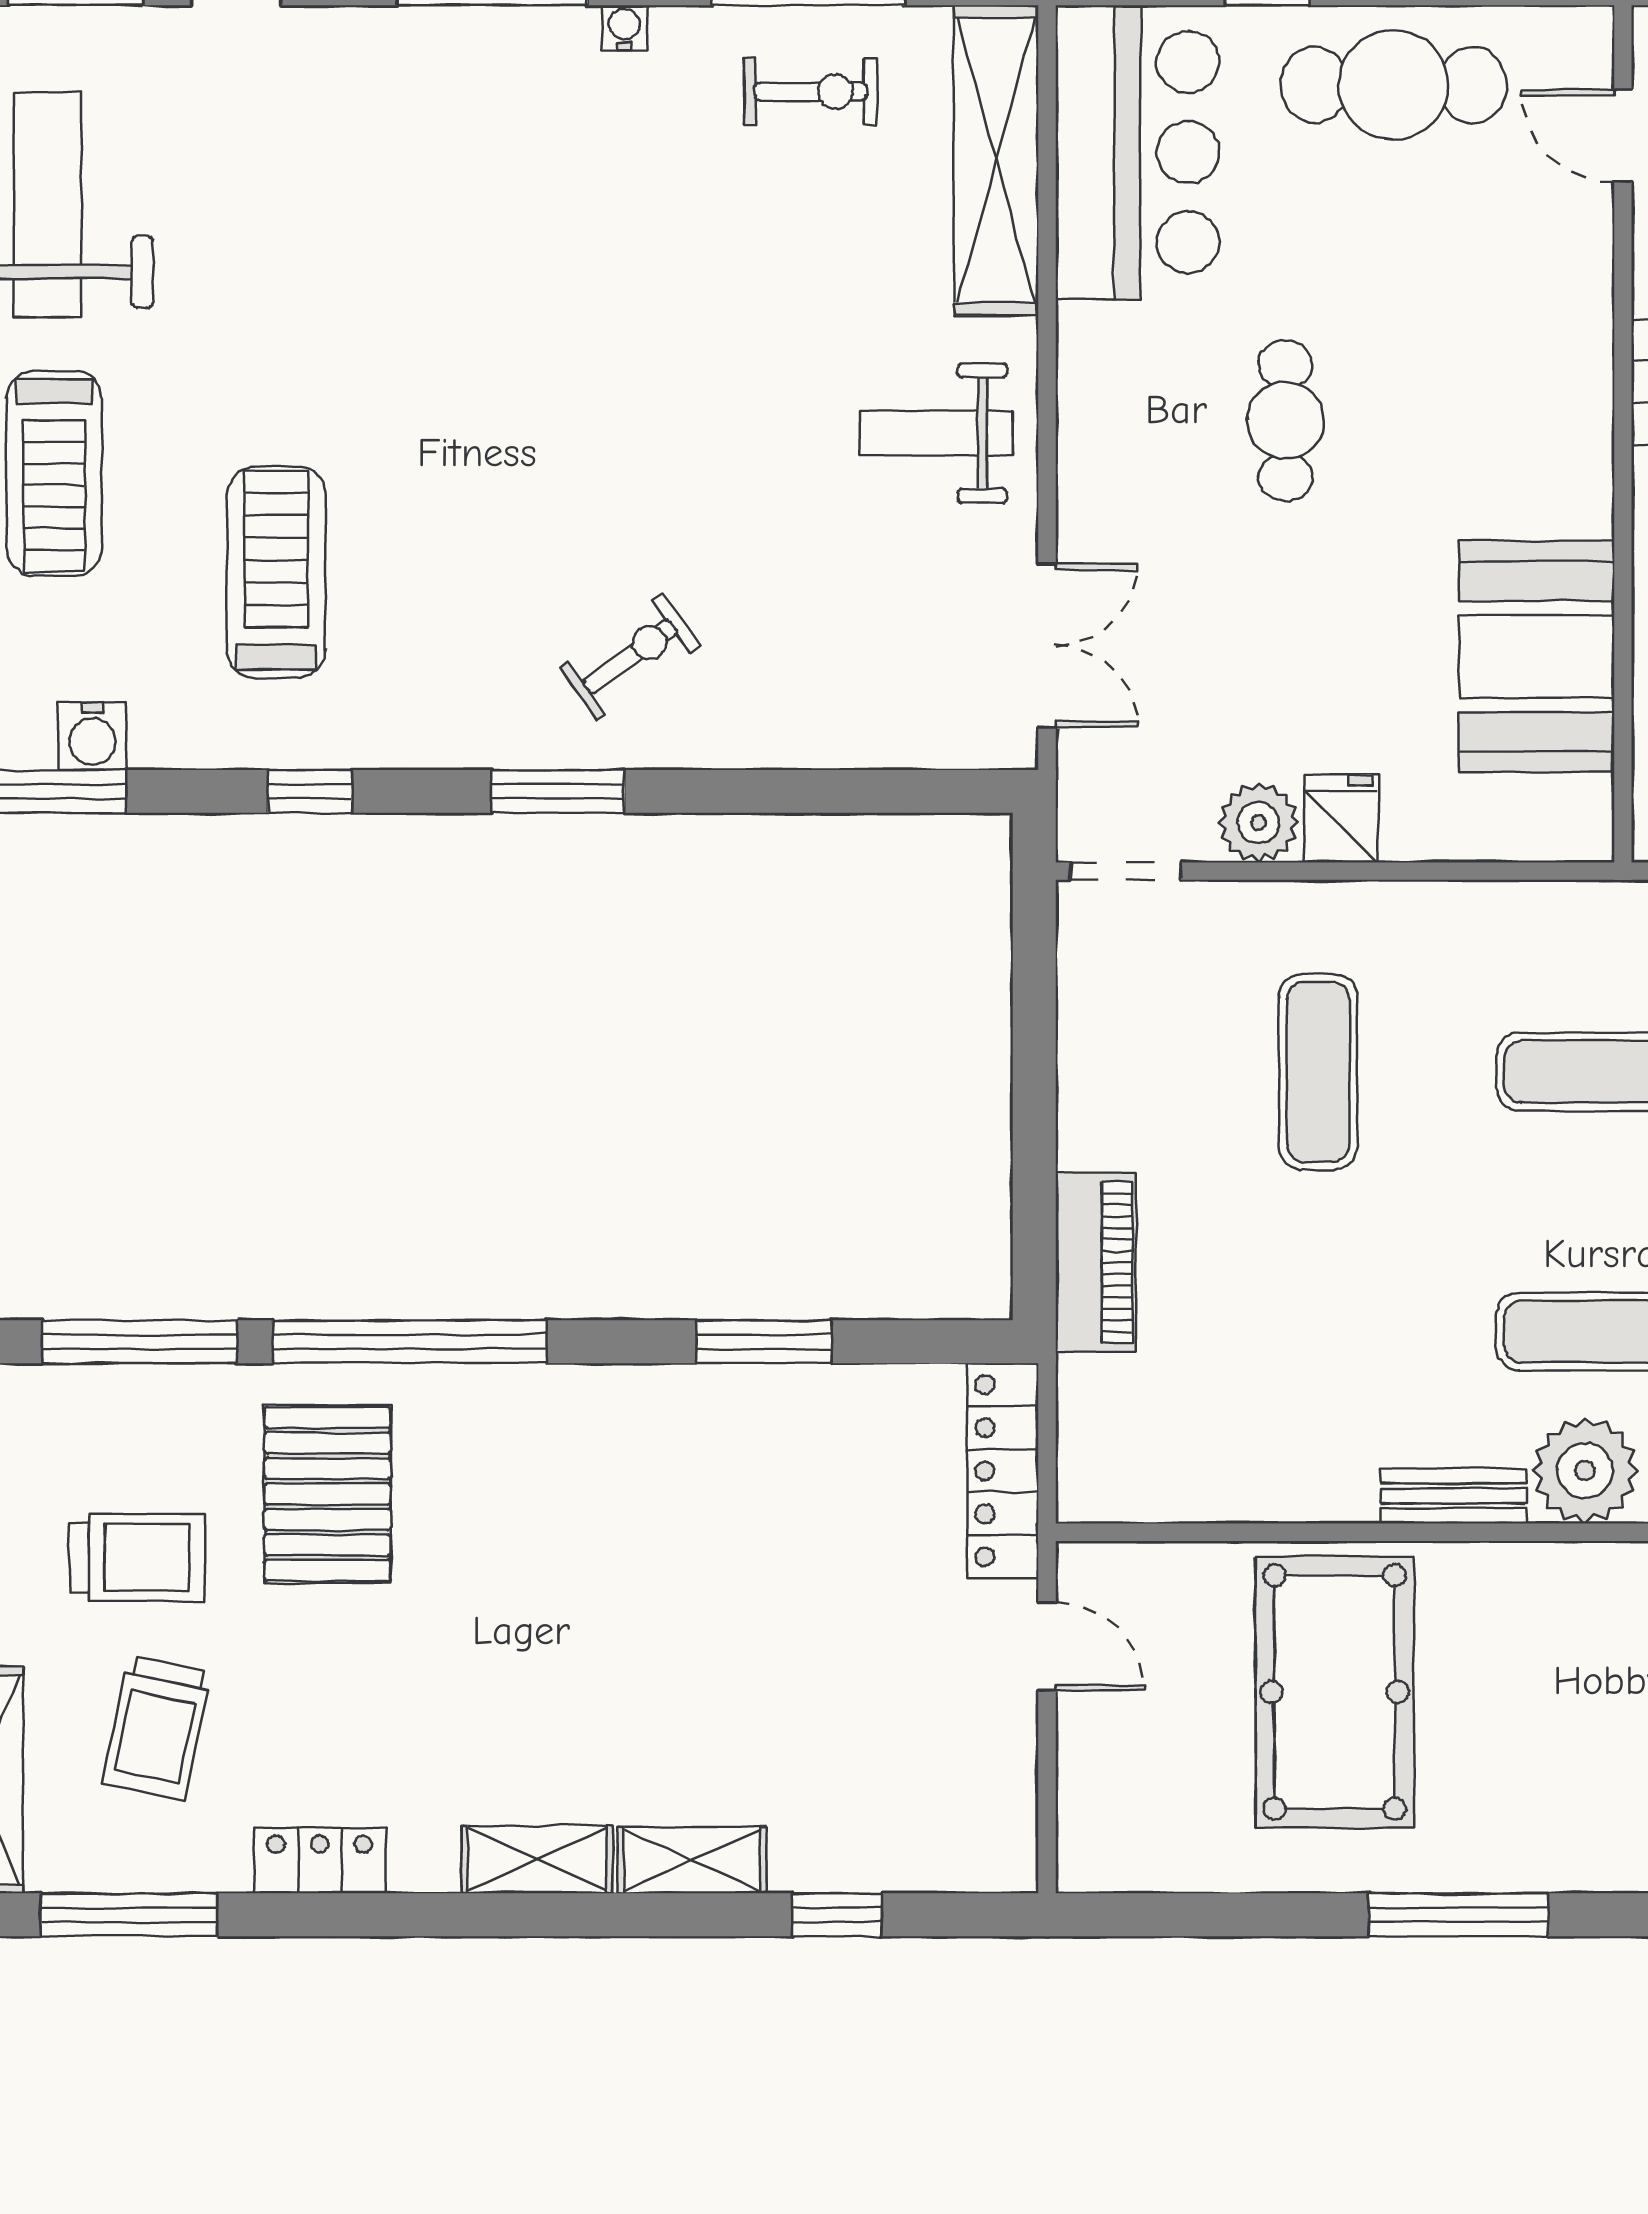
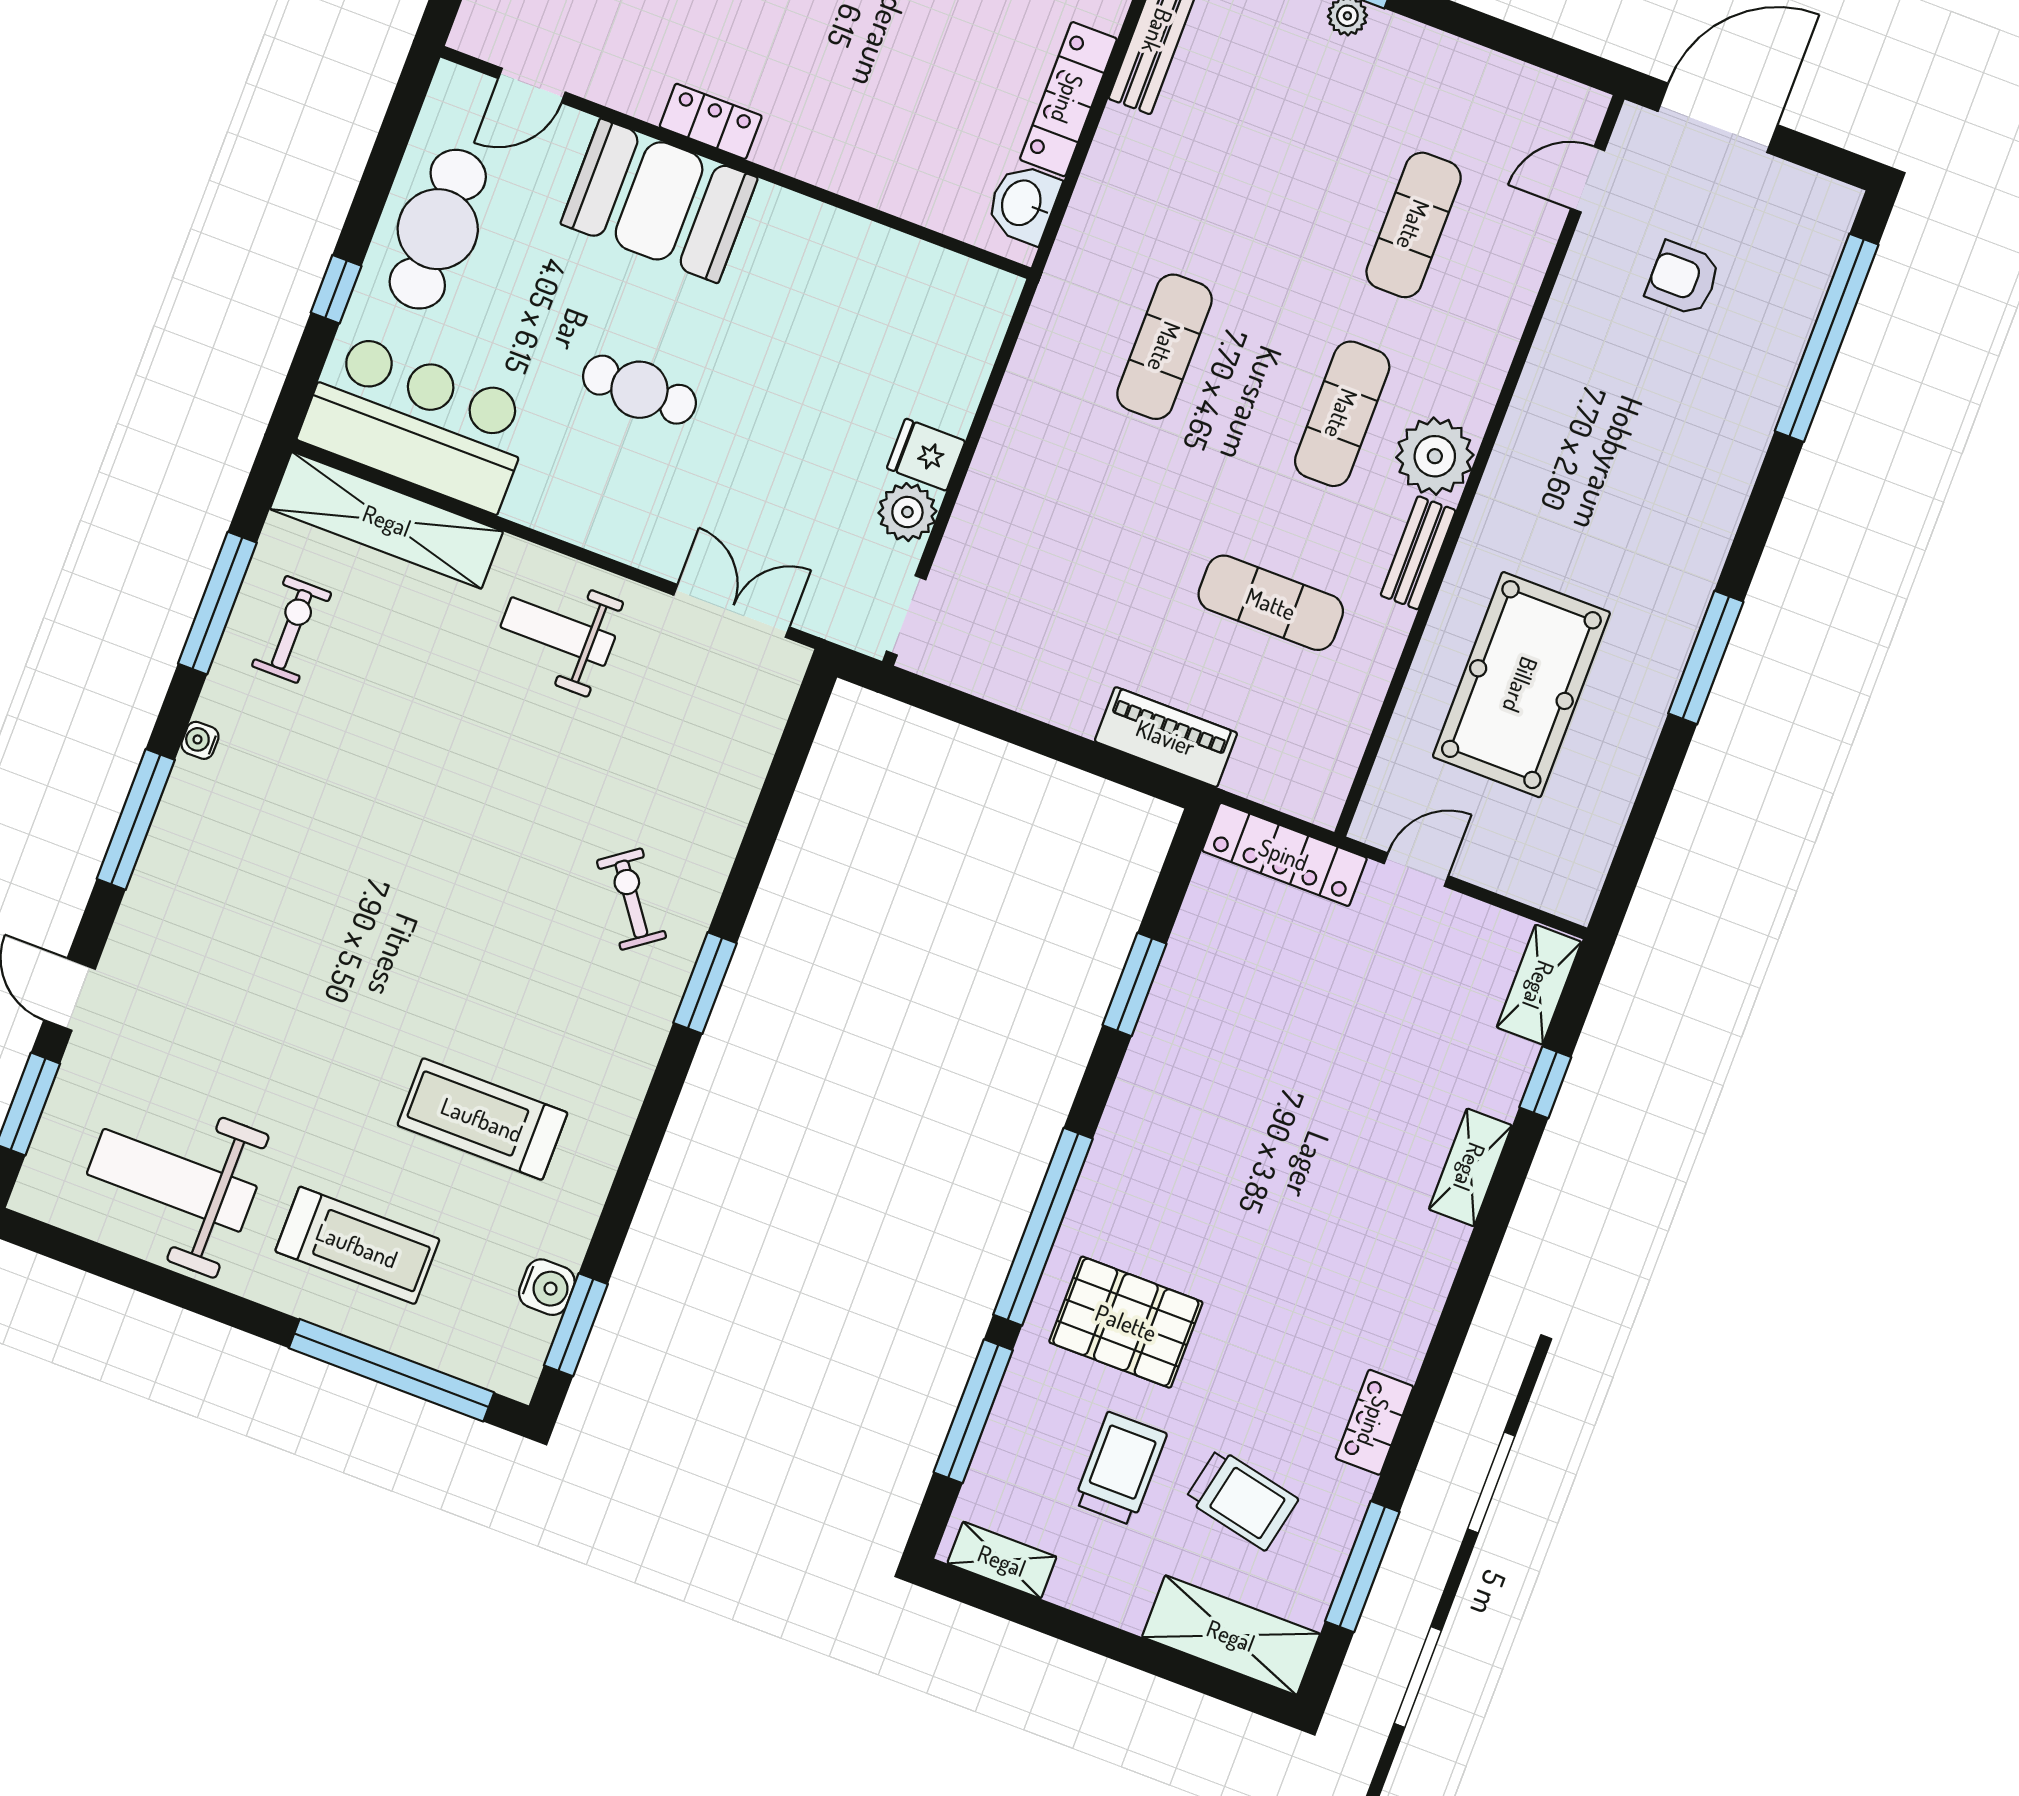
weight bench: (937, 433) -> (558, 632), turned 90
booth: (1537, 656) -> (659, 201), moved
window: (310, 791) -> (641, 1153), removed
exercise mat: (1318, 1072) -> (1271, 603), moved
pool table: (1335, 1692) -> (1521, 685), turned 90
shelving: (537, 1860) -> (1539, 985), moved

